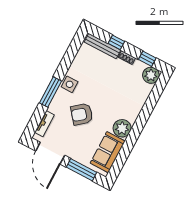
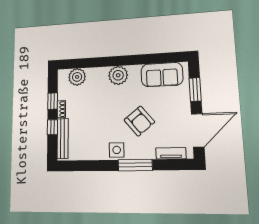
window: (147, 59) -> (53, 101), moved
plant: (151, 75) -> (77, 77), moved
plant: (122, 128) -> (118, 75), moved
window: (81, 170) -> (195, 89), width x0.69

